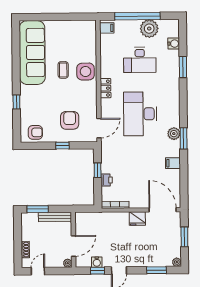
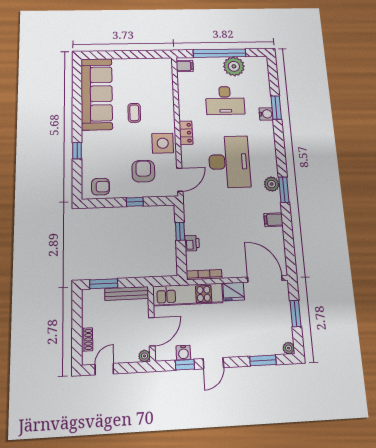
water cooler: (174, 44) -> (266, 114), moved
side table: (85, 72) -> (163, 143), moved
desk: (140, 114) -> (229, 162), turned 180
kitchen unit: (102, 220) -> (188, 295), added

